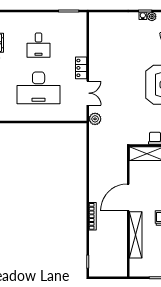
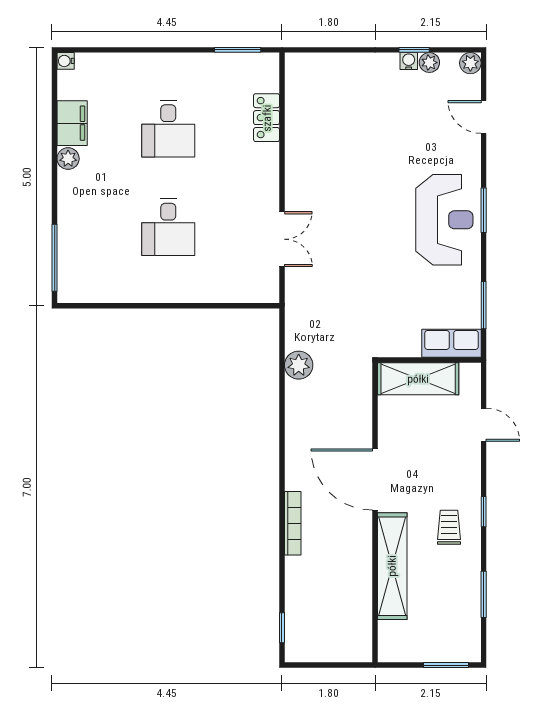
locker: (81, 68) -> (267, 118), moved
desk: (39, 88) -> (168, 227), width x0.53, depth x0.77
plant: (95, 119) -> (299, 365), moved
door: (128, 197) -> (375, 480), hinge flipped

